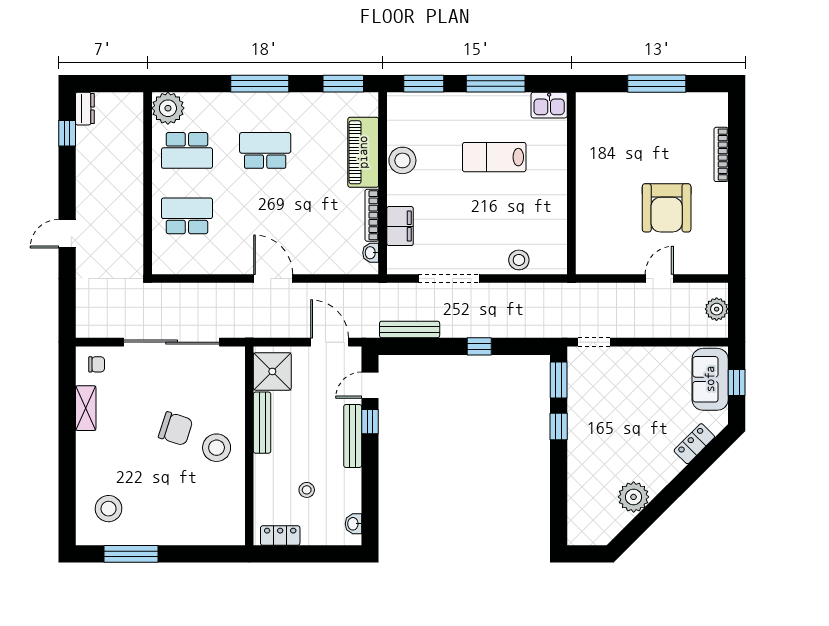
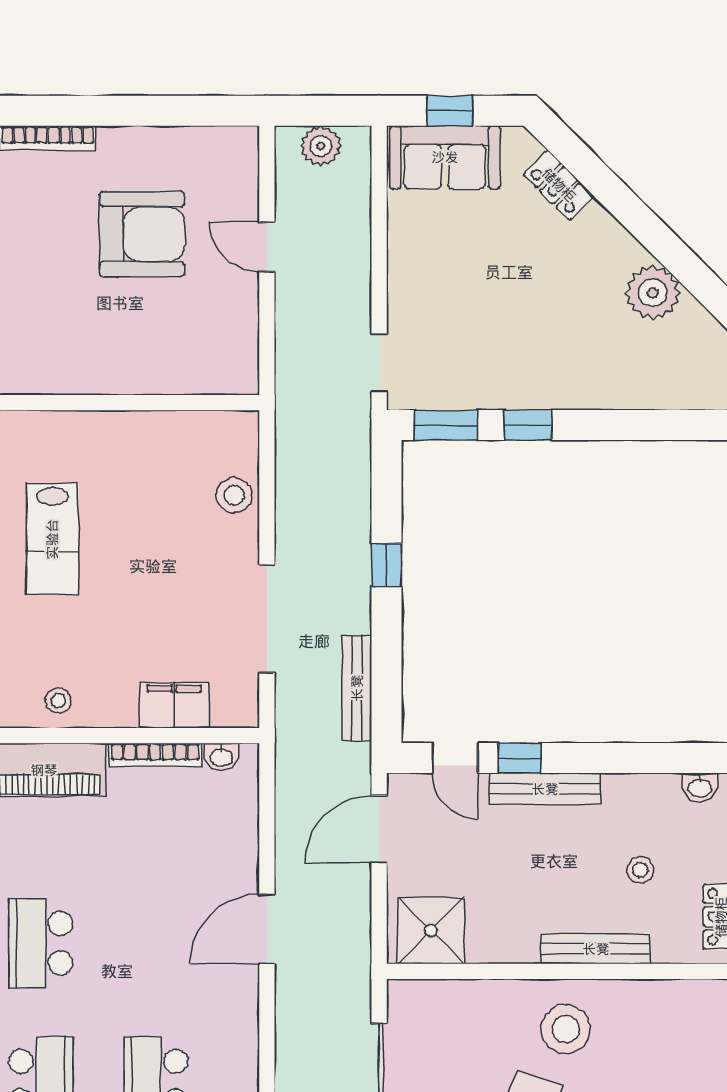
stool: (402, 160) -> (58, 701), width x0.53, depth x0.53
bench: (262, 423) -> (596, 949), moved

